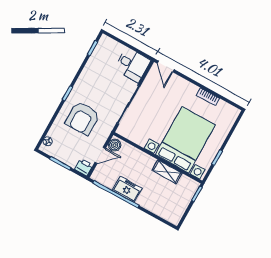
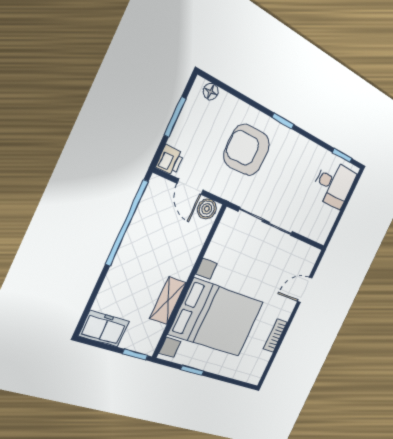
desk: (132, 65) -> (334, 184), moved, turned -90
door: (166, 66) -> (305, 290), moved
freezer: (127, 189) -> (104, 329), moved, turned -90

